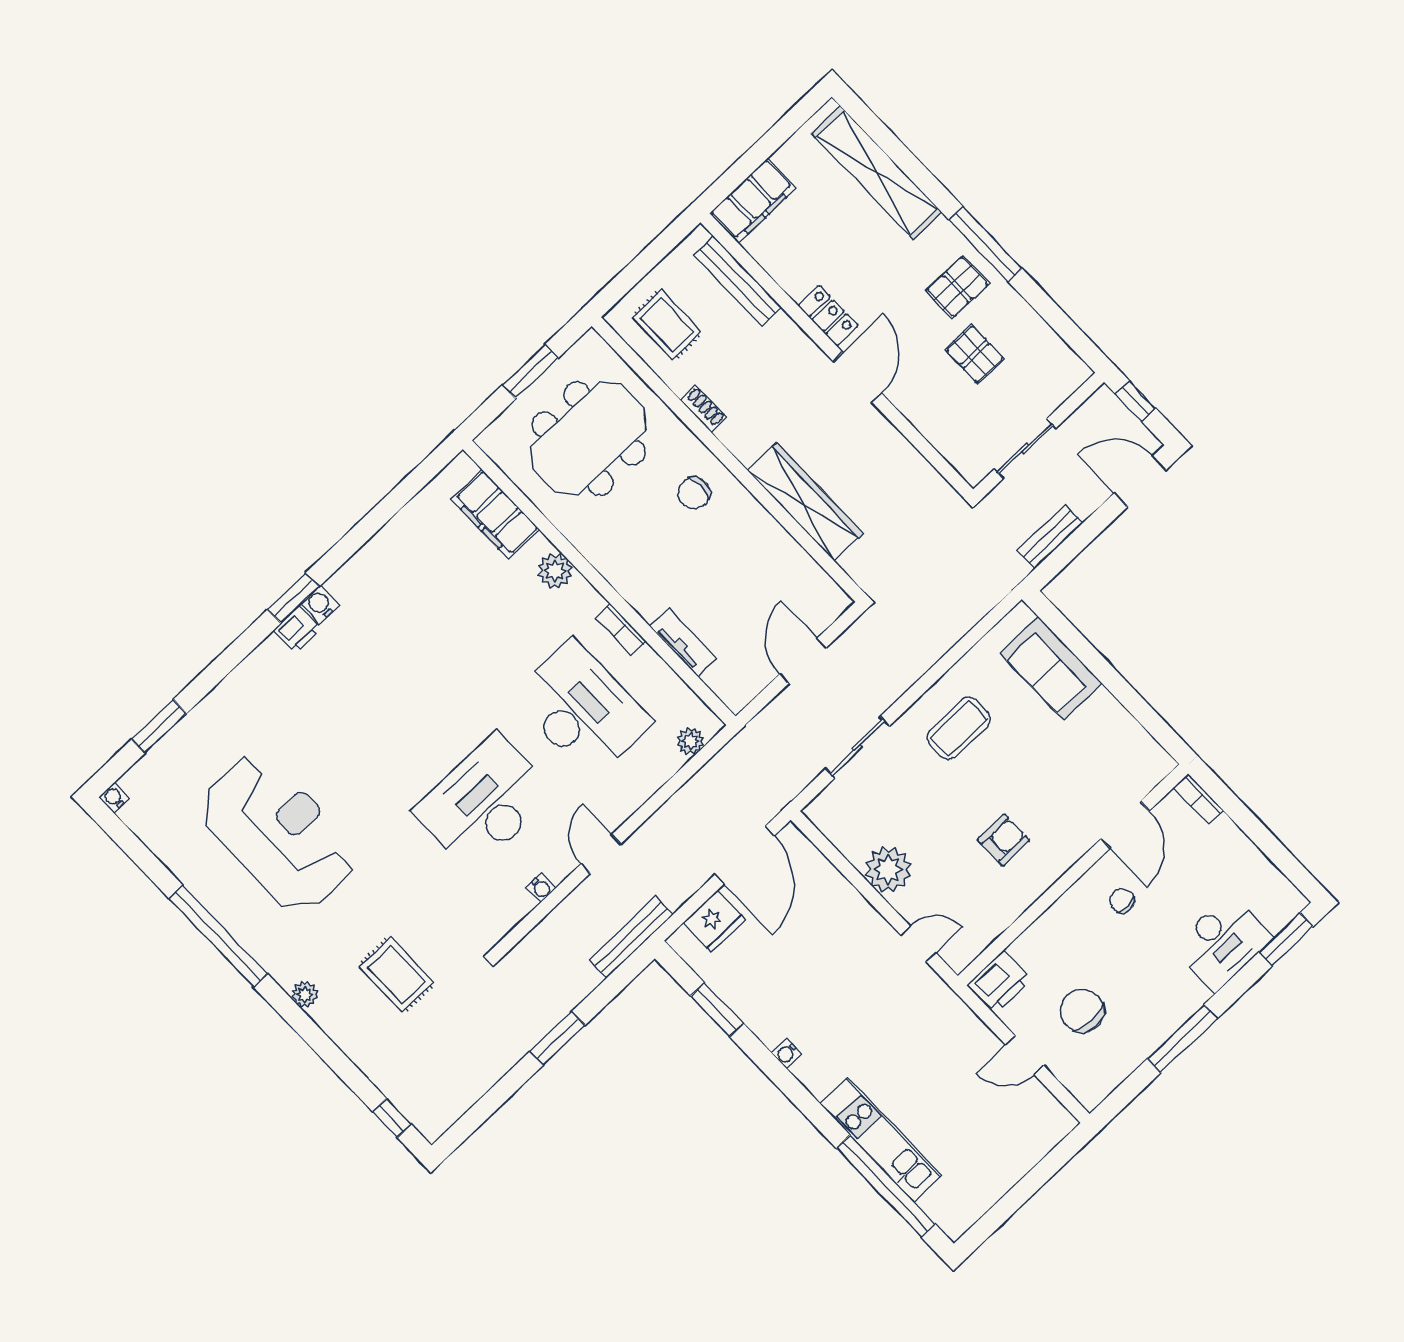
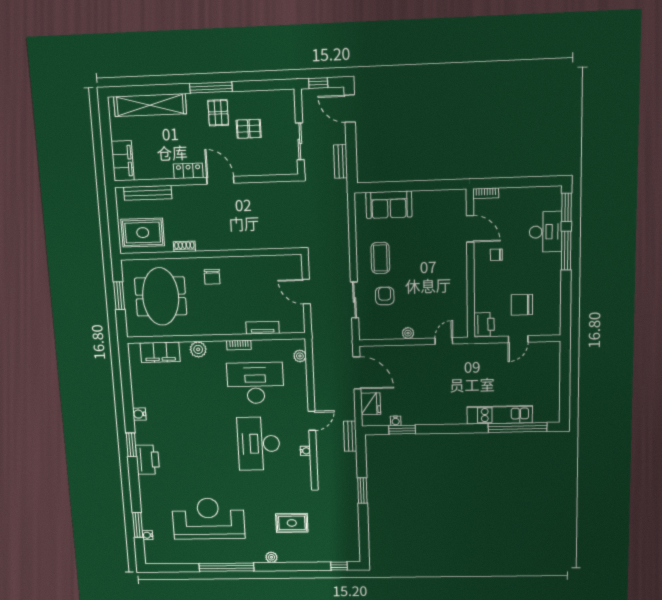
rug: (667, 325) -> (143, 233), width x1.36, depth x1.43
door: (1140, 481) -> (350, 109), hinge flipped
wardrobe: (805, 502) -> (250, 240), removed
water cooler: (320, 604) -> (139, 414), moved
printer: (297, 630) -> (148, 460), width x1.87, depth x1.48
water cooler: (114, 798) -> (148, 535), moved
armchair: (1004, 840) -> (385, 296), moved
door: (601, 854) -> (312, 421), swing flipped
plant: (888, 870) -> (408, 333), width x0.53, depth x0.53
bench: (631, 937) -> (350, 436), width x0.73
window: (1182, 1039) -> (566, 251), moved
water cooler: (787, 1053) -> (396, 421), moved

